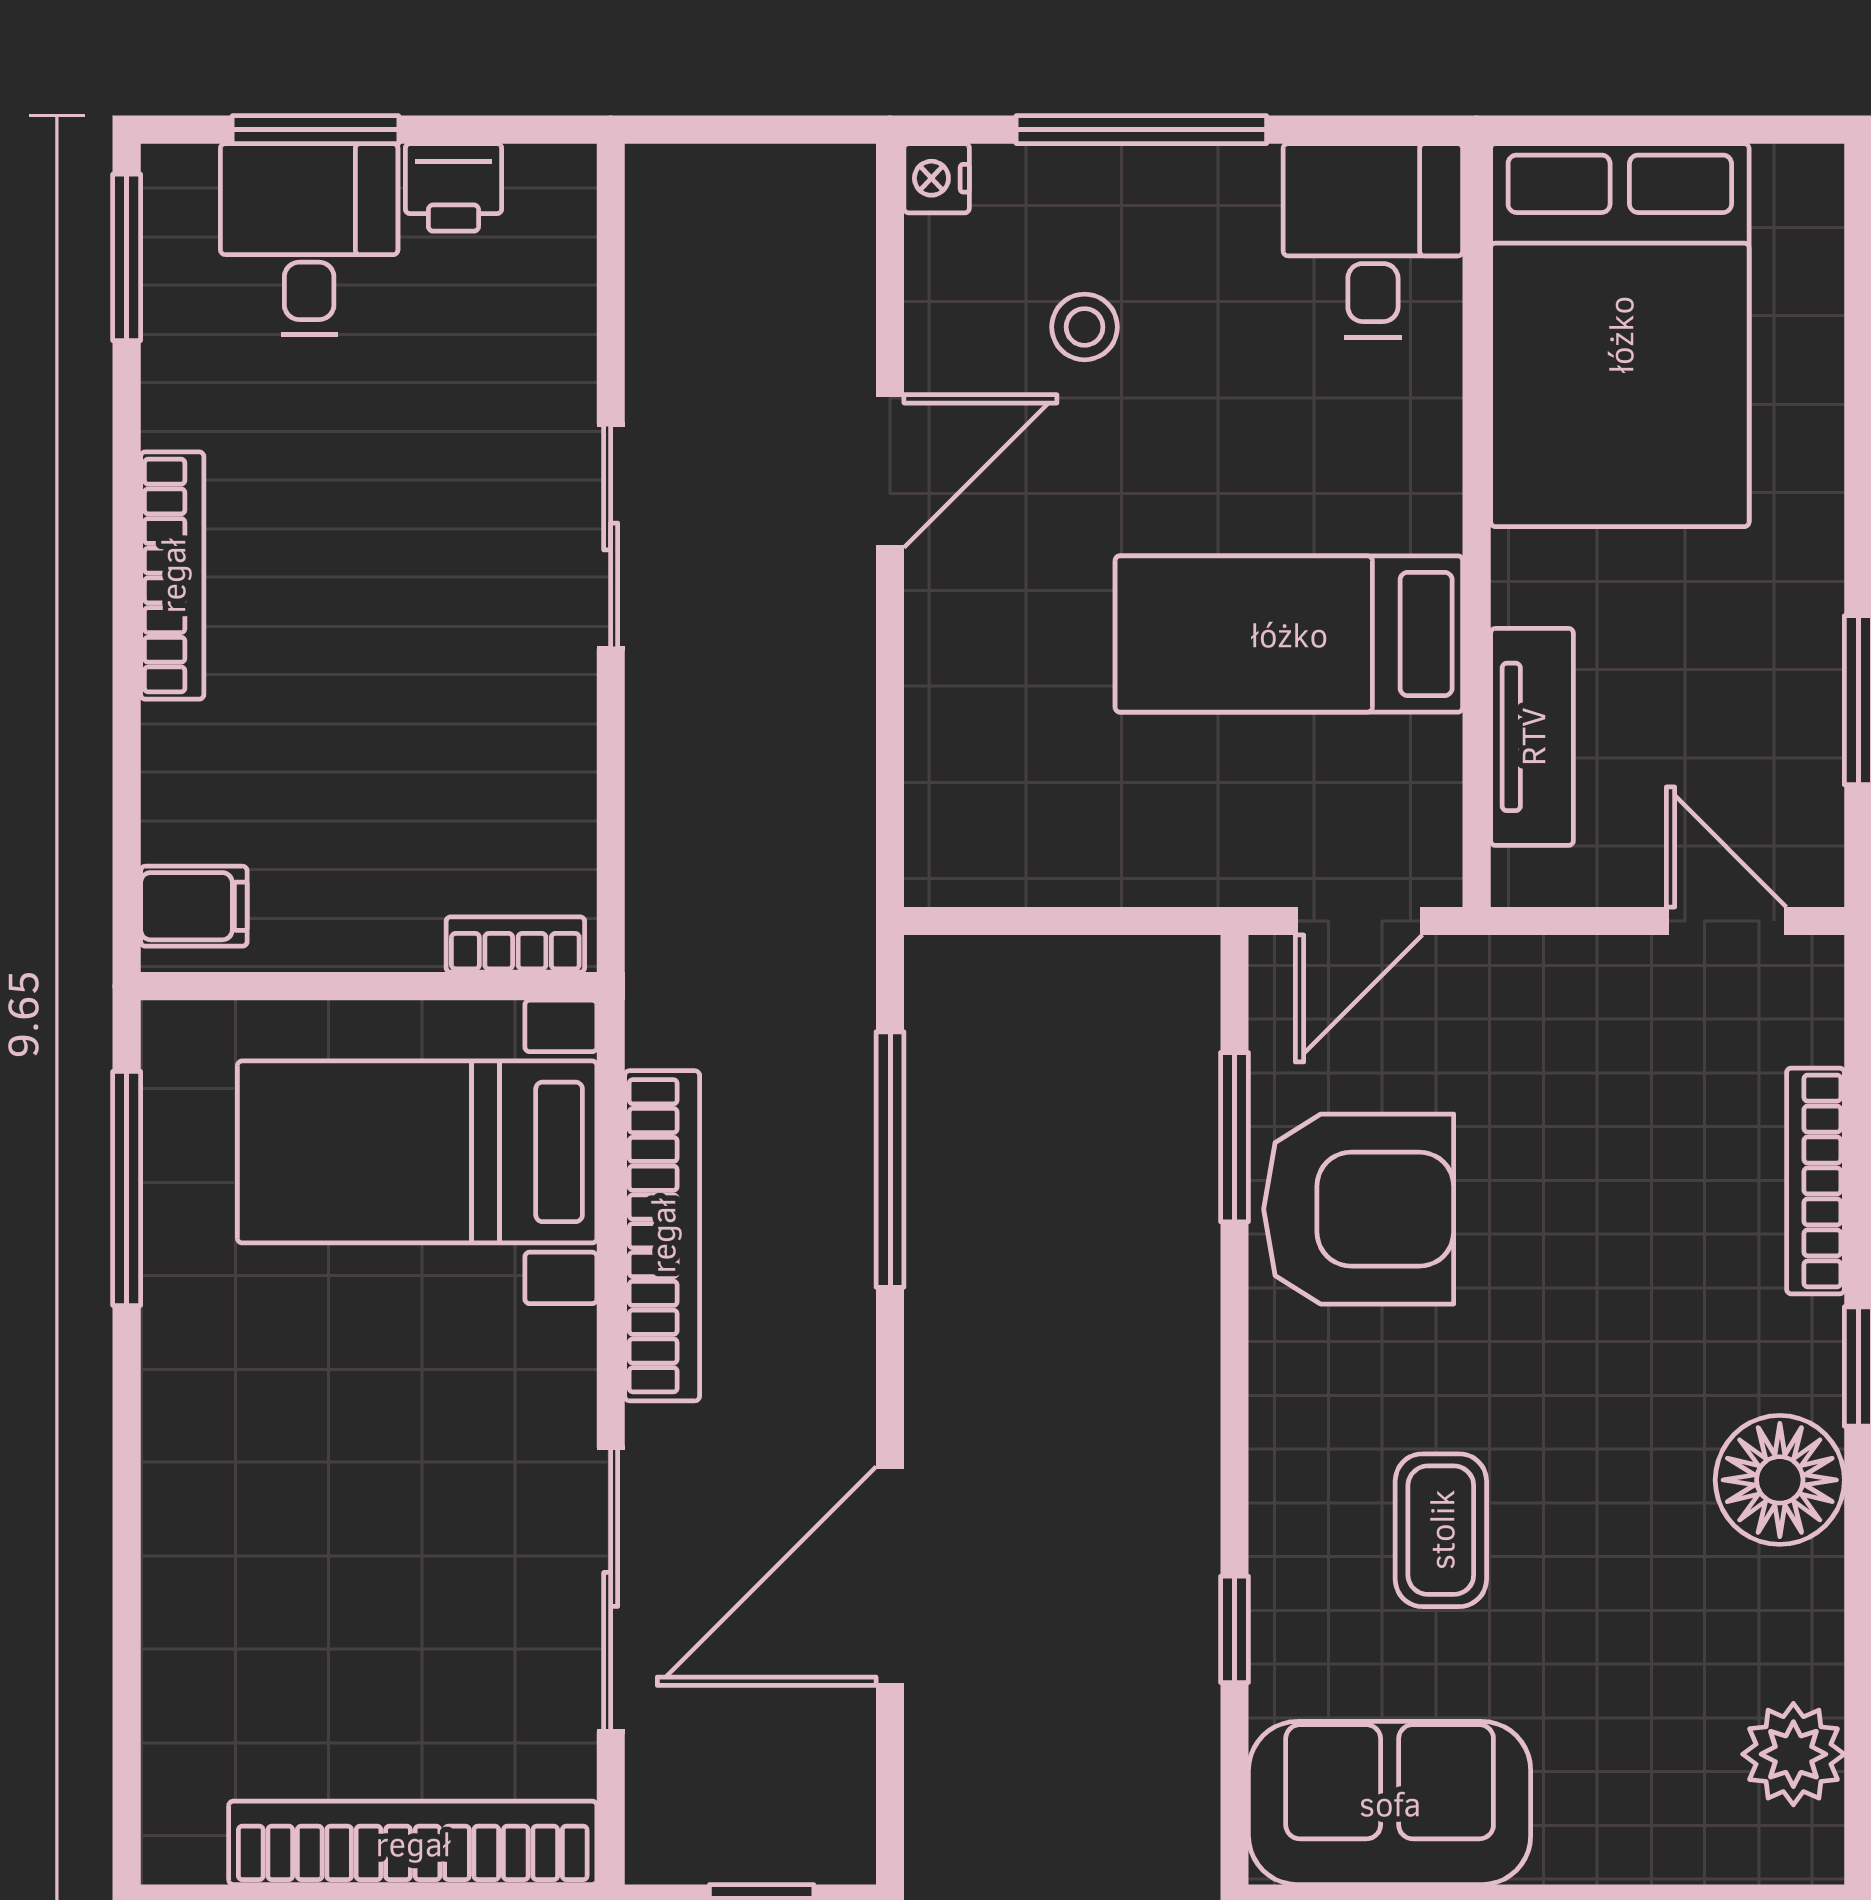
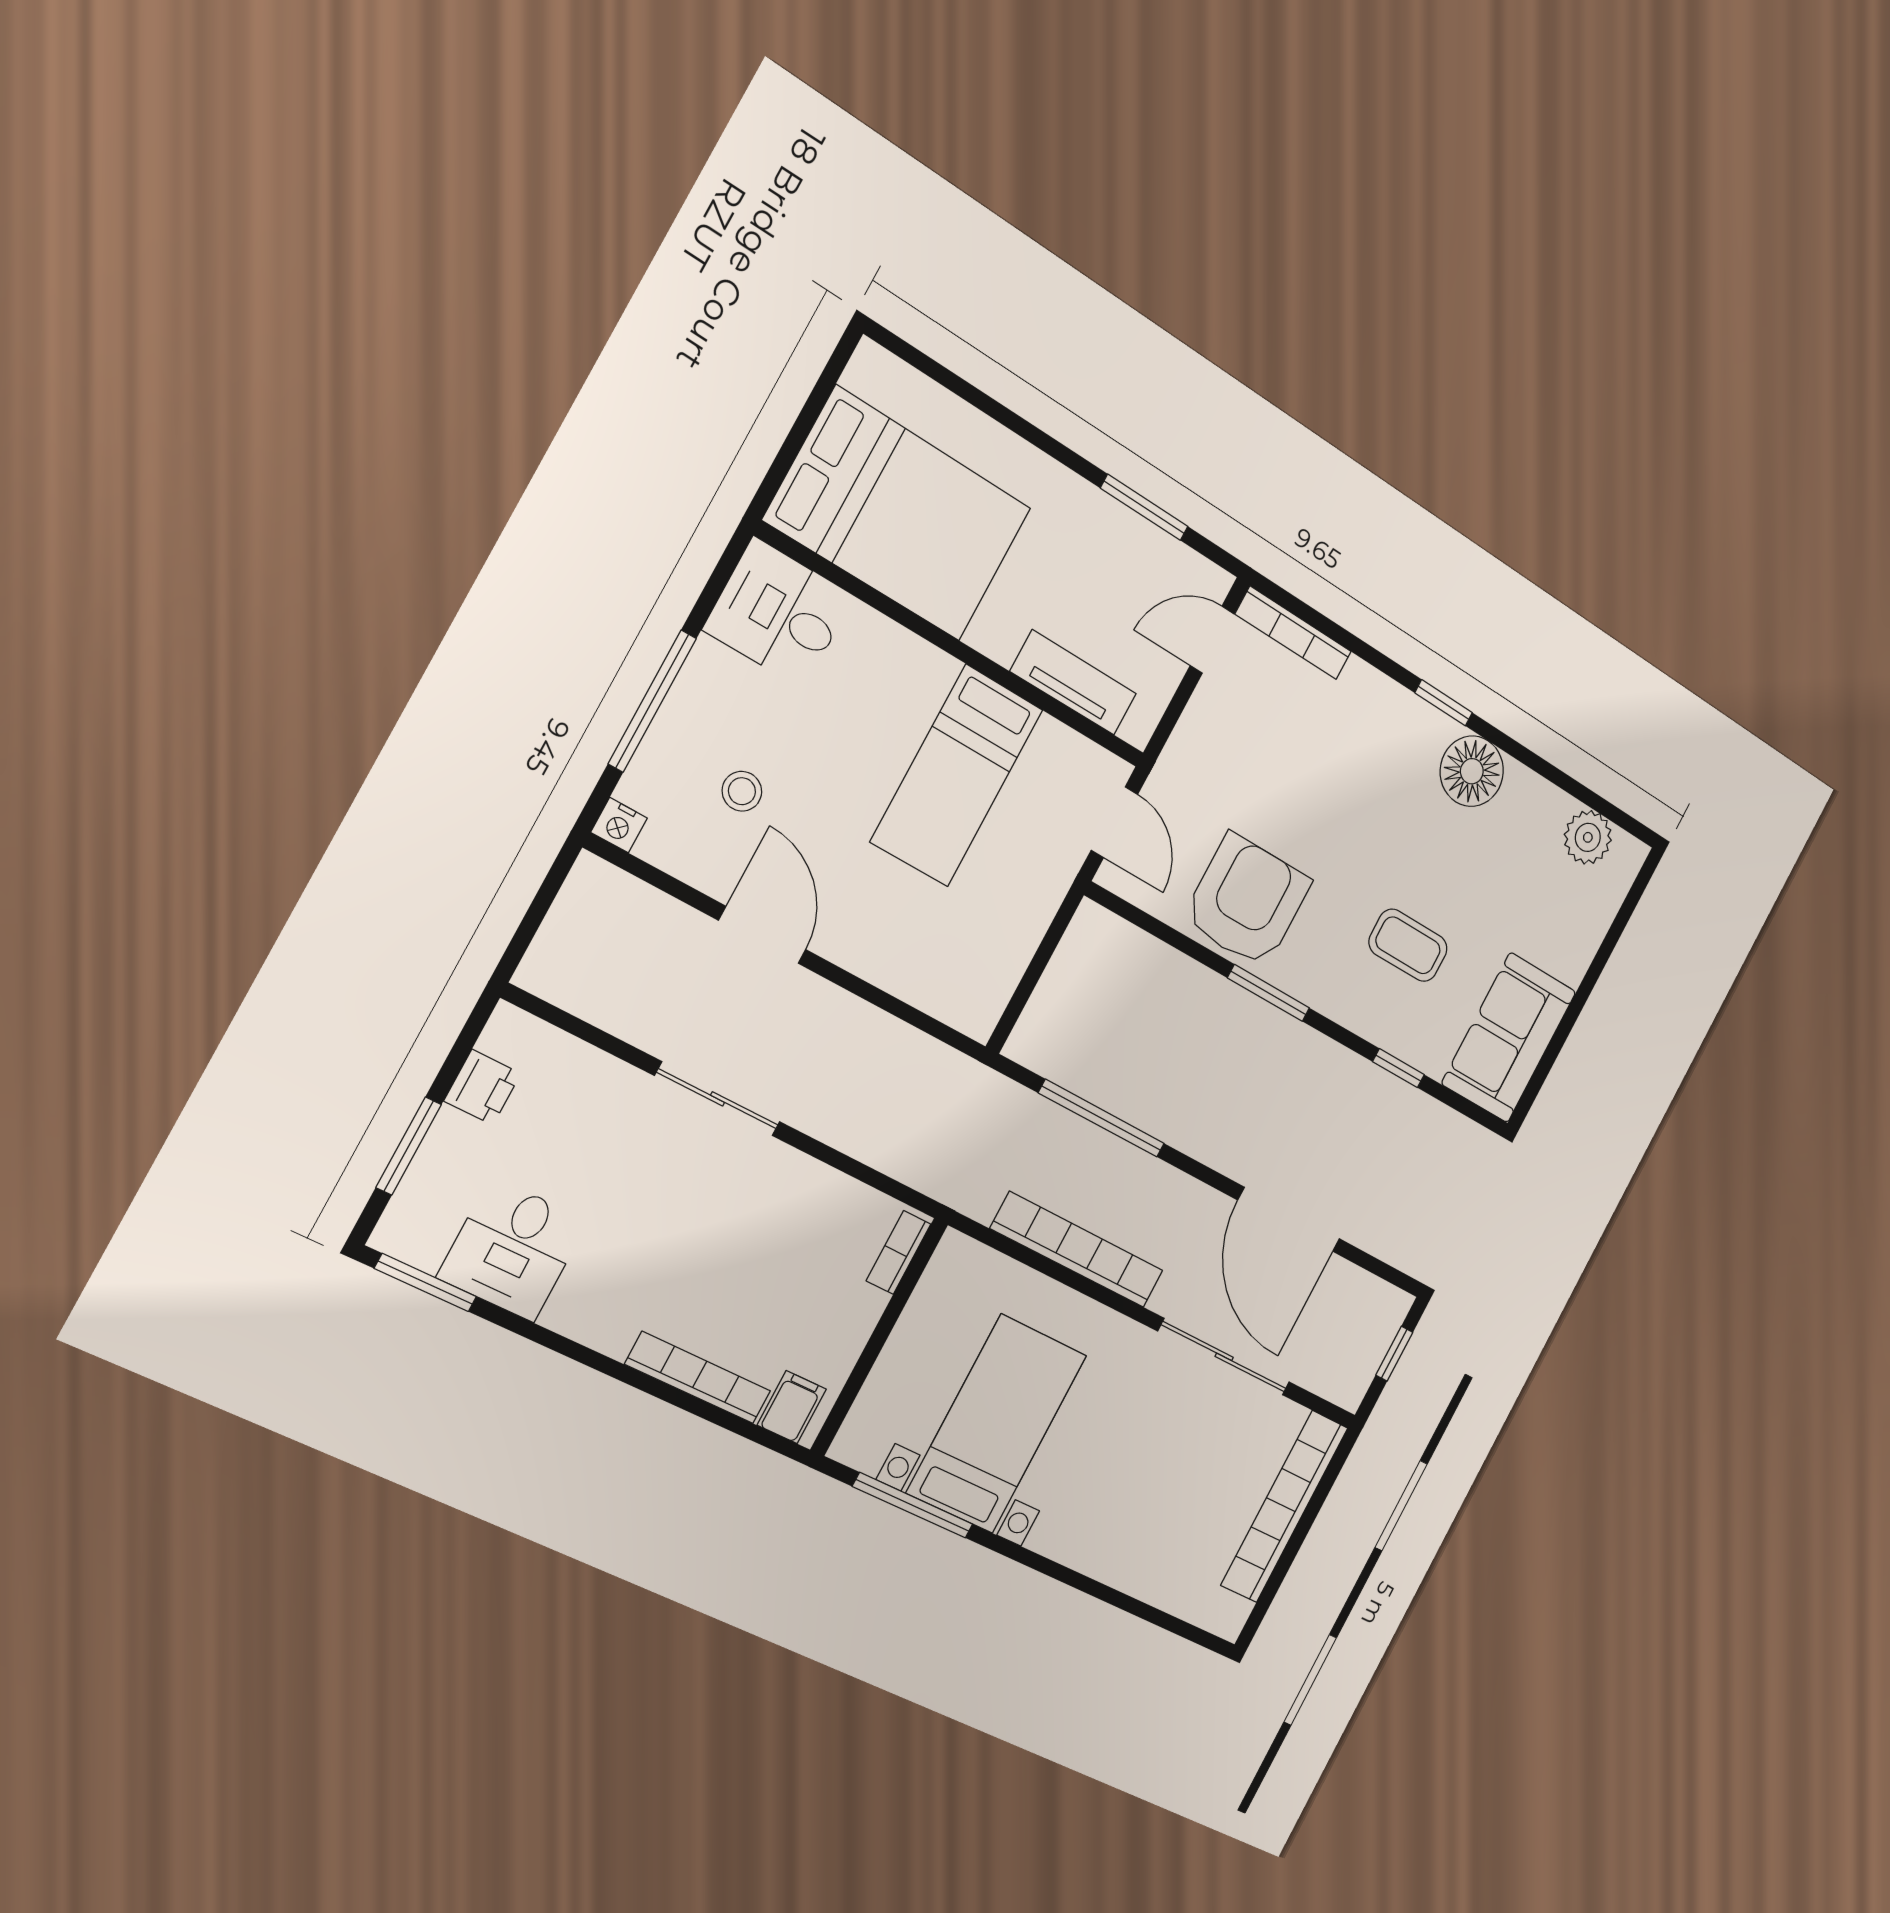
desk: (309, 239) -> (513, 1249), moved, turned -90
bookcase: (172, 576) -> (698, 1378), moved
window: (1235, 1137) -> (1269, 993), moved
bed with nightstands: (417, 1152) -> (997, 1424), moved, turned 180
bookcase: (1815, 1181) -> (1293, 633), moved

